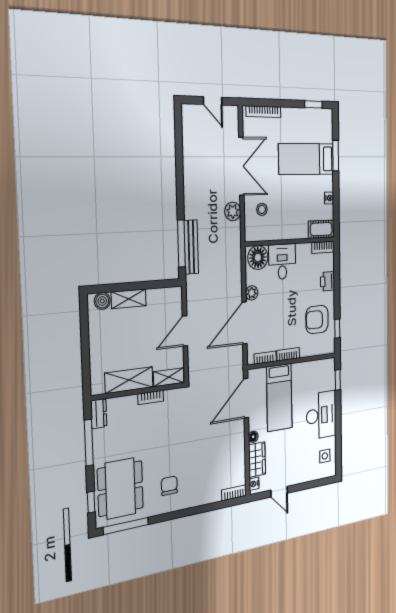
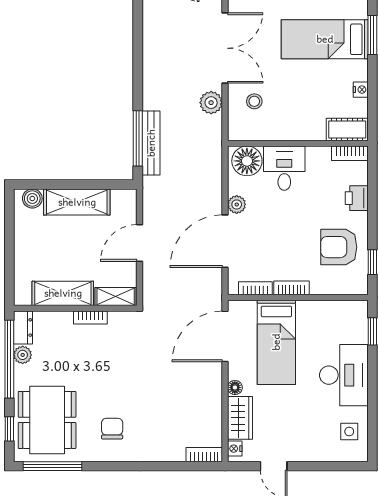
shelving: (129, 299) -> (77, 202), width x1.50, depth x1.33
plant: (99, 437) -> (23, 355), added
window: (89, 443) -> (9, 359), width x1.46

